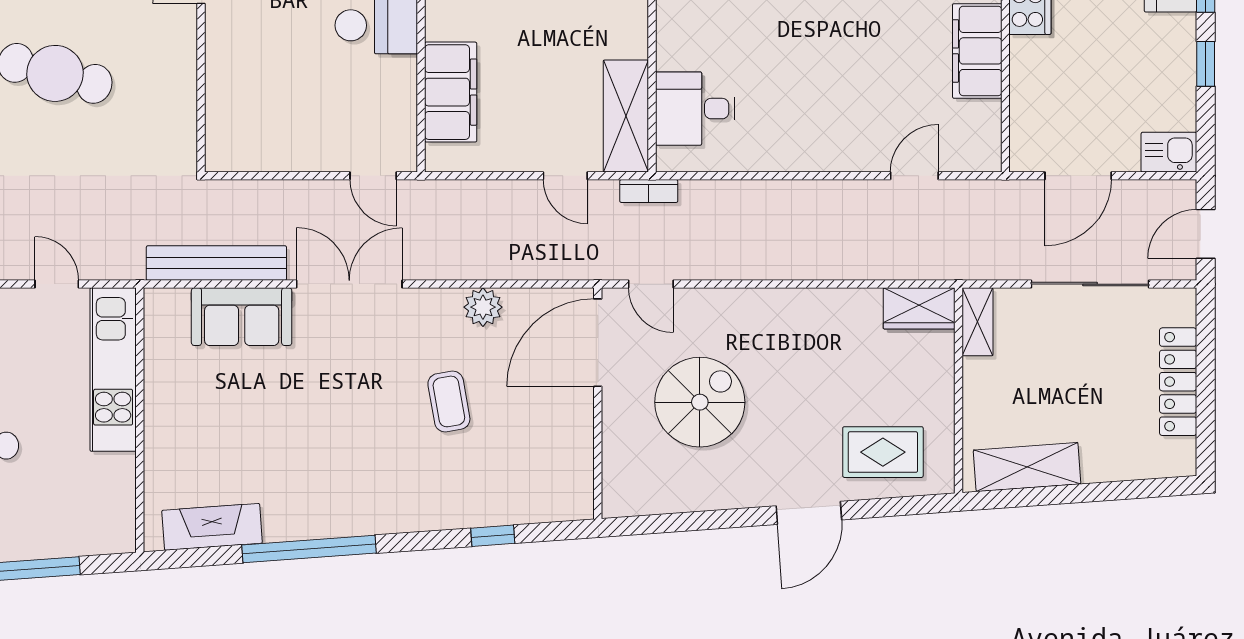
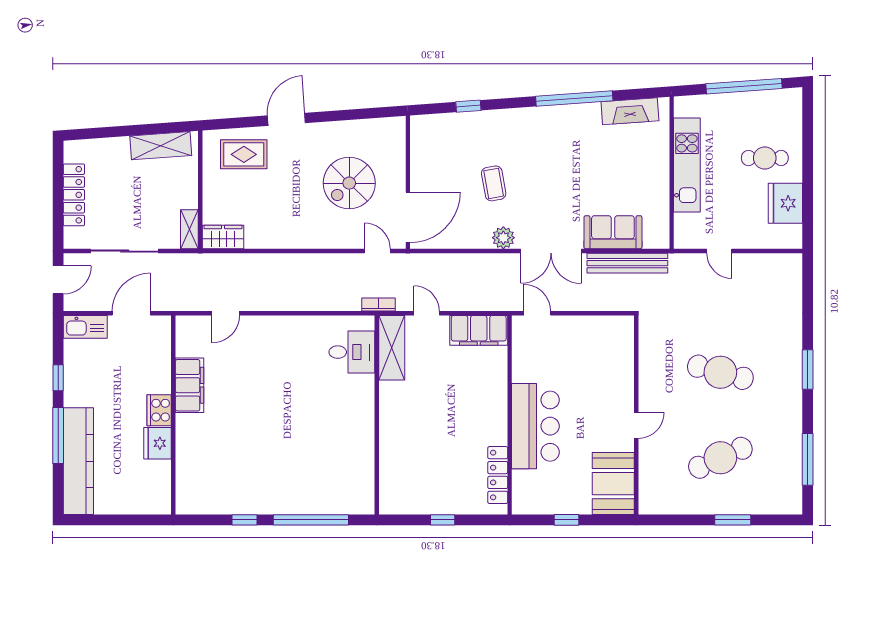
filing cabinet: (451, 92) -> (479, 330), moved, turned -90
kitchen sink: (1169, 152) -> (85, 327), width x1.38
plant: (483, 307) -> (503, 238), moved
kitchen unit: (113, 369) -> (687, 165), moved

